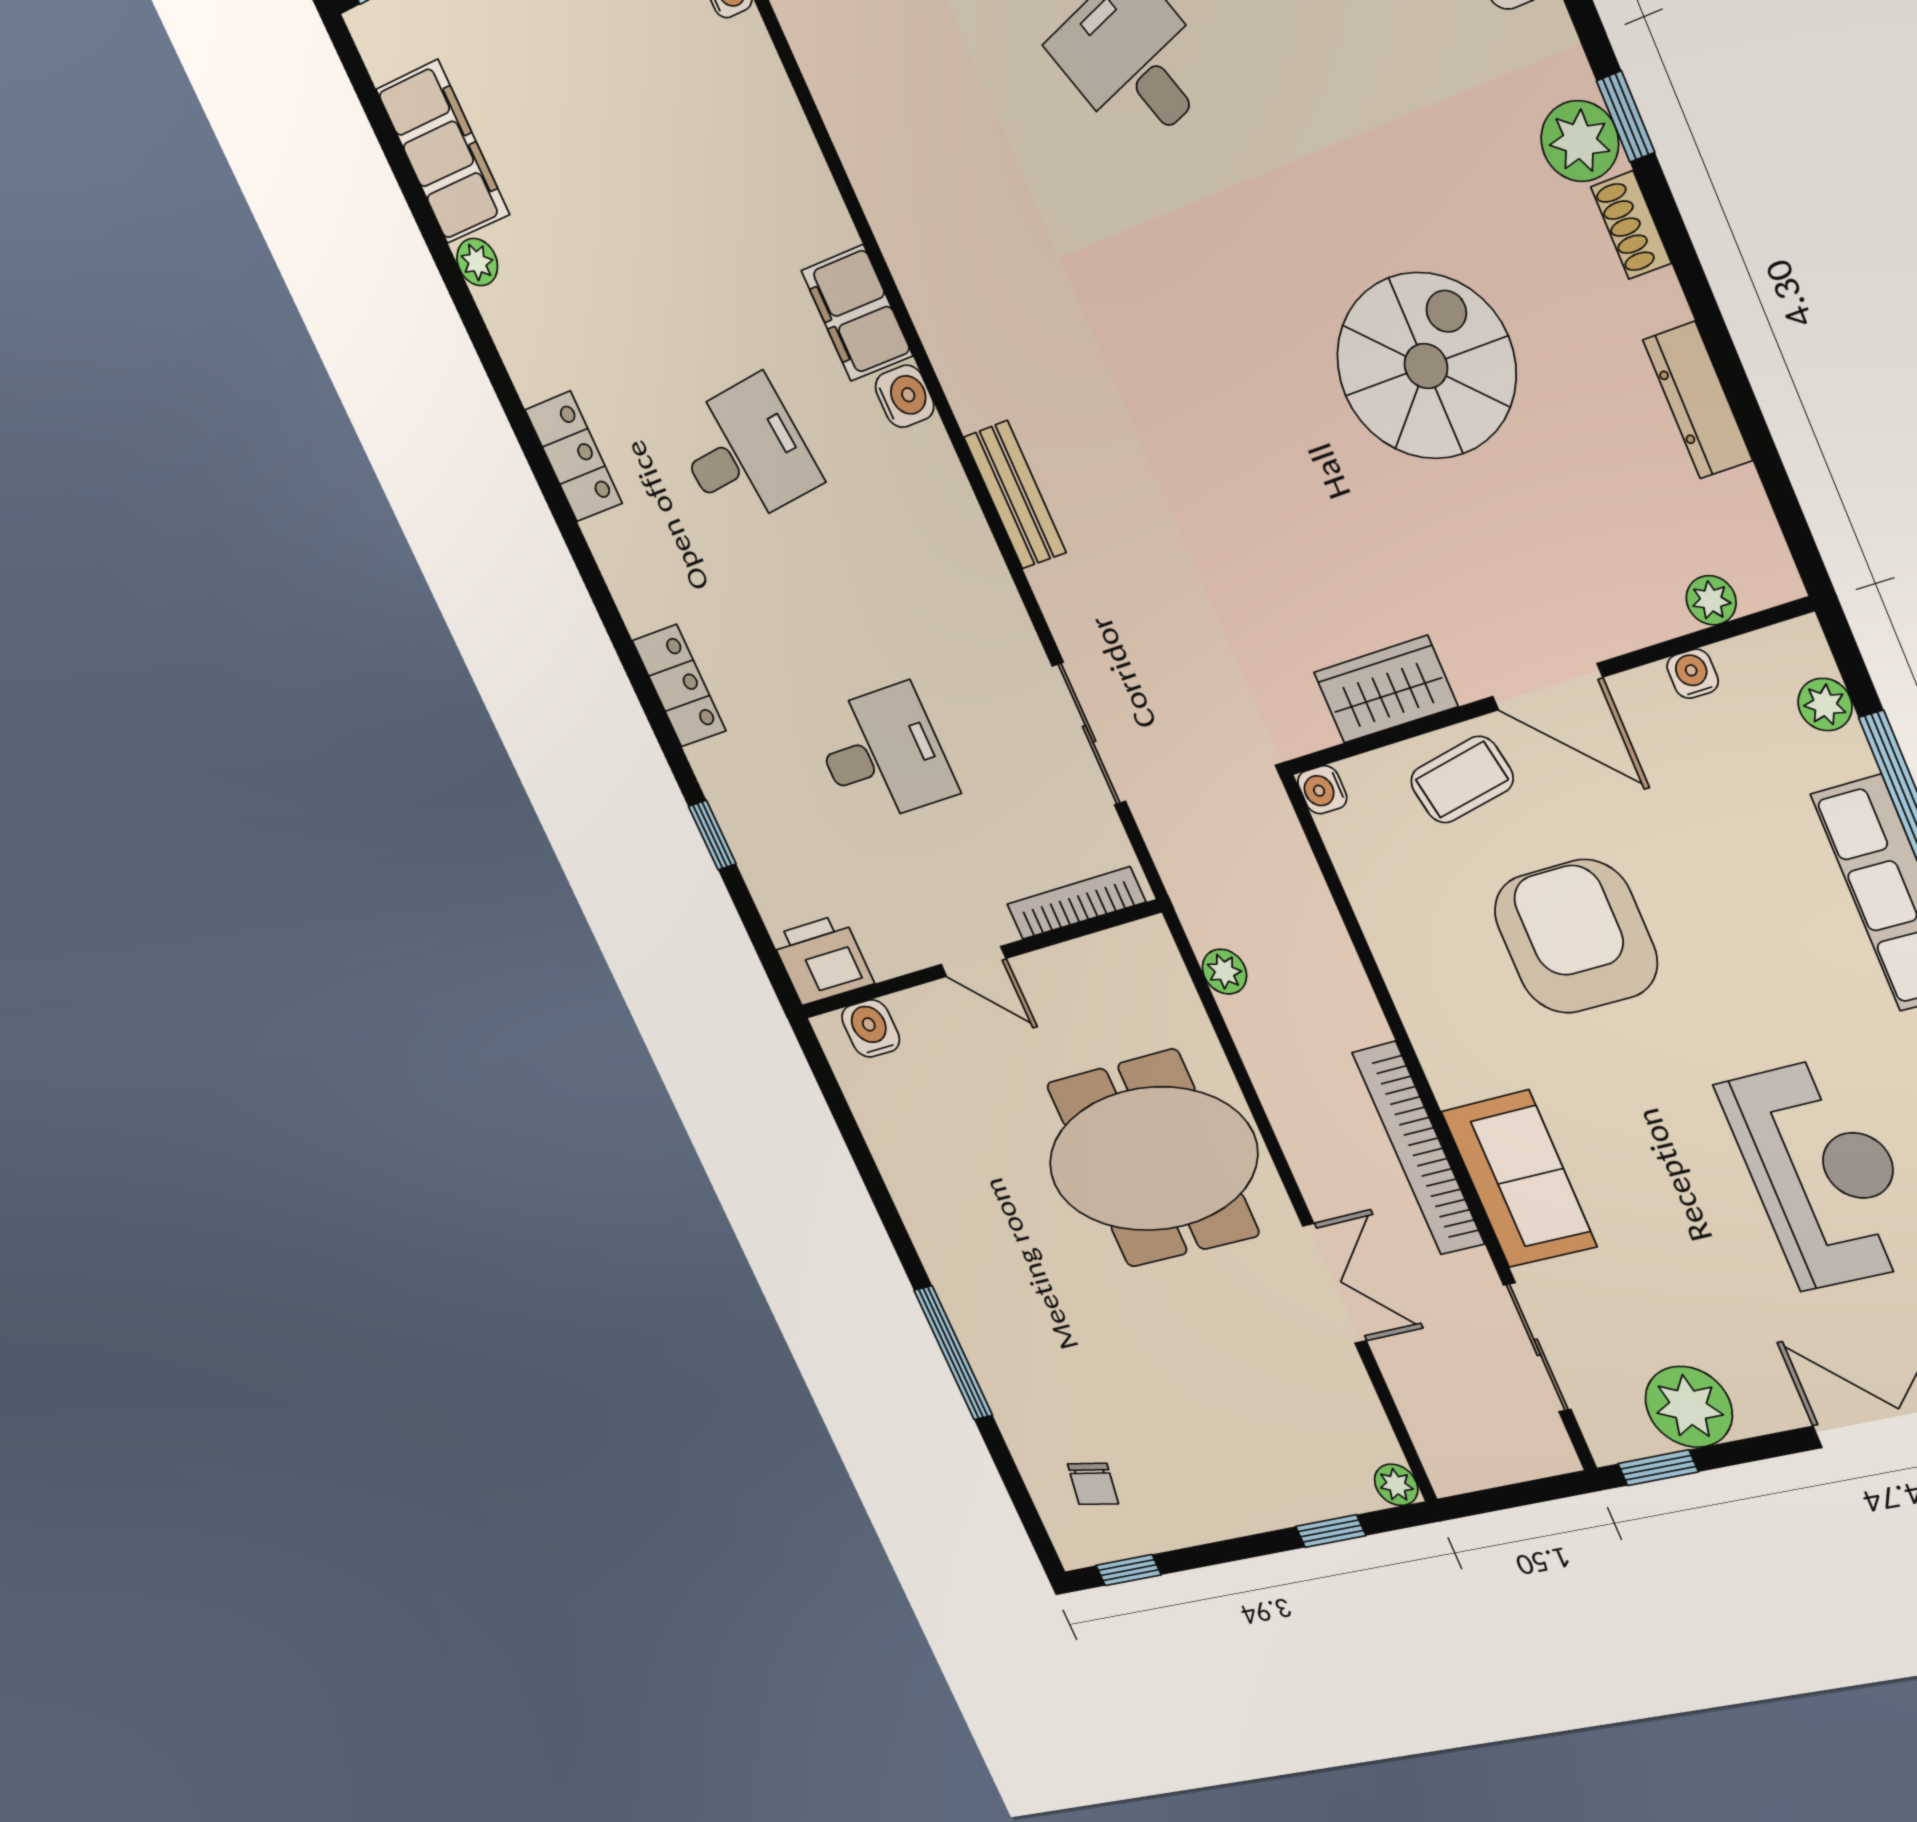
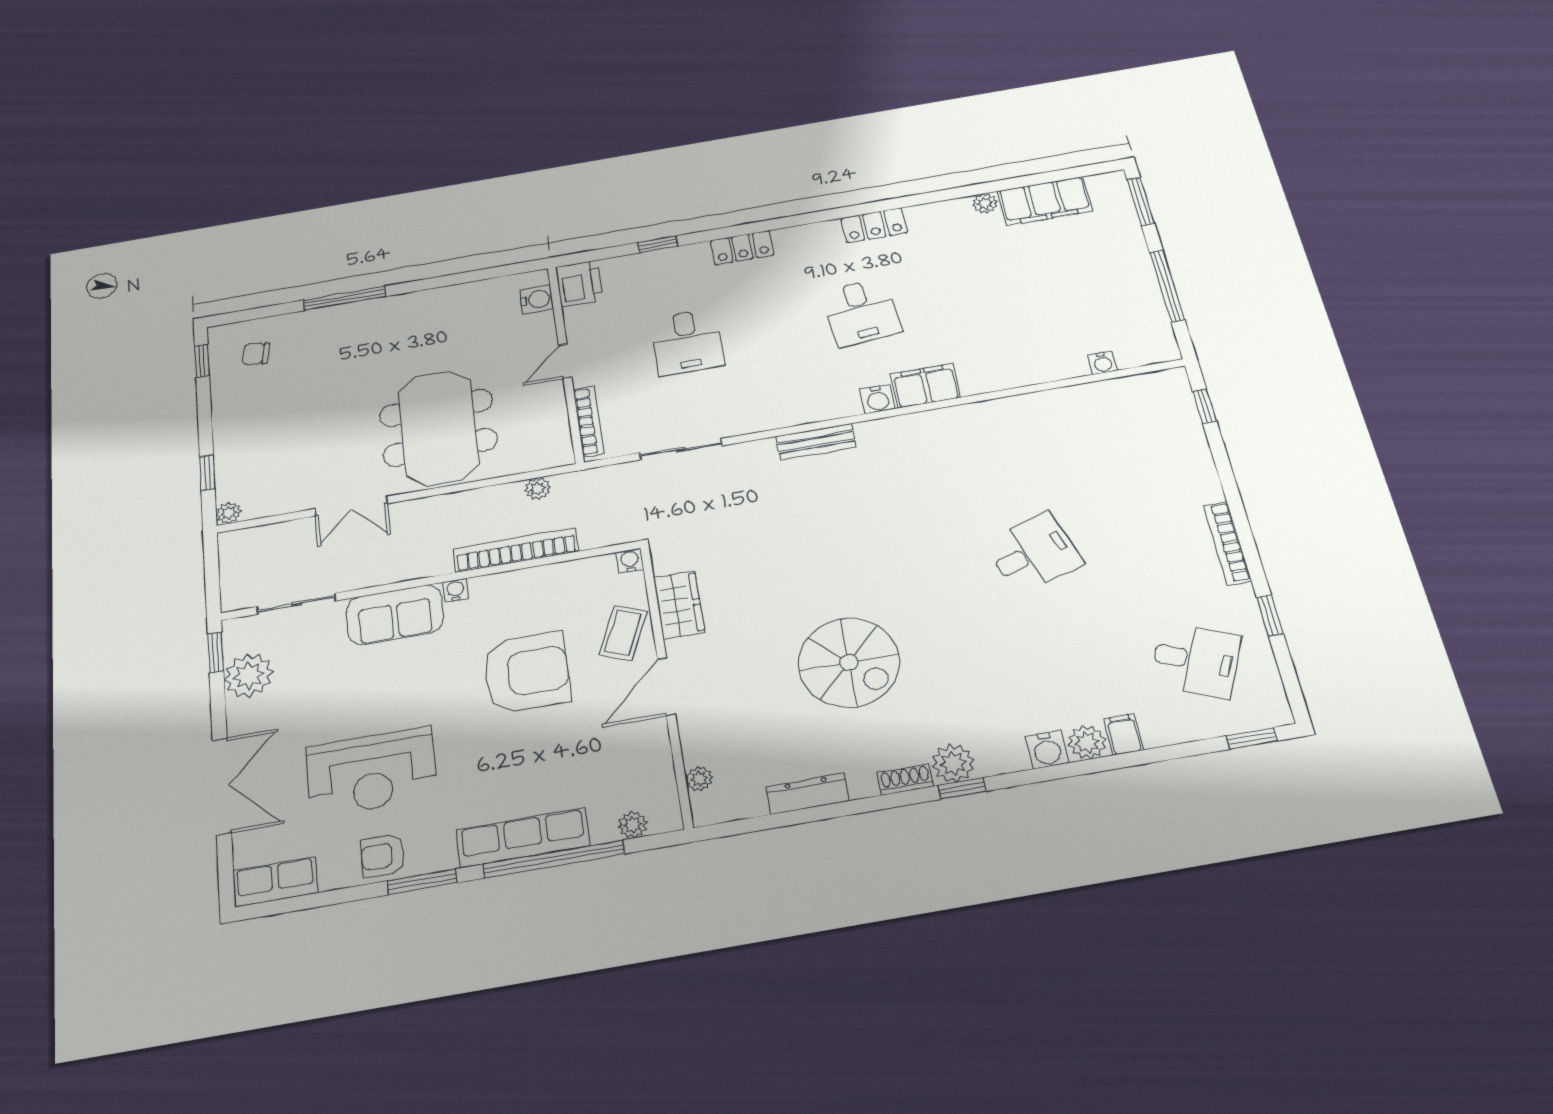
water cooler: (1693, 674) -> (455, 590), moved, turned -90
coffee table: (1462, 780) -> (623, 633), turned 34
bookcase: (1418, 1149) -> (516, 550), moved

